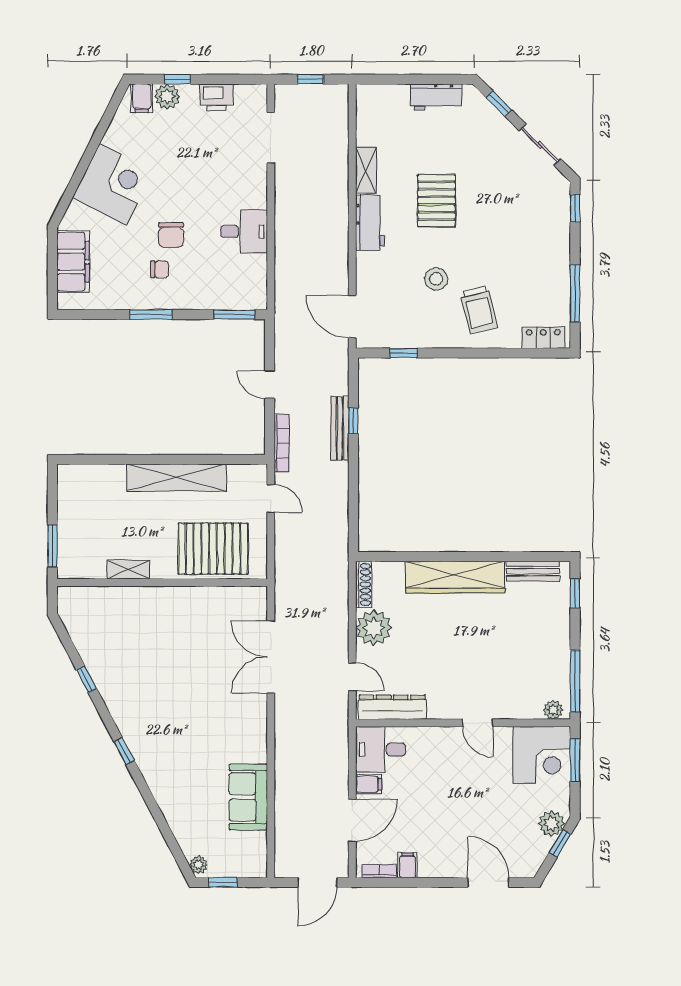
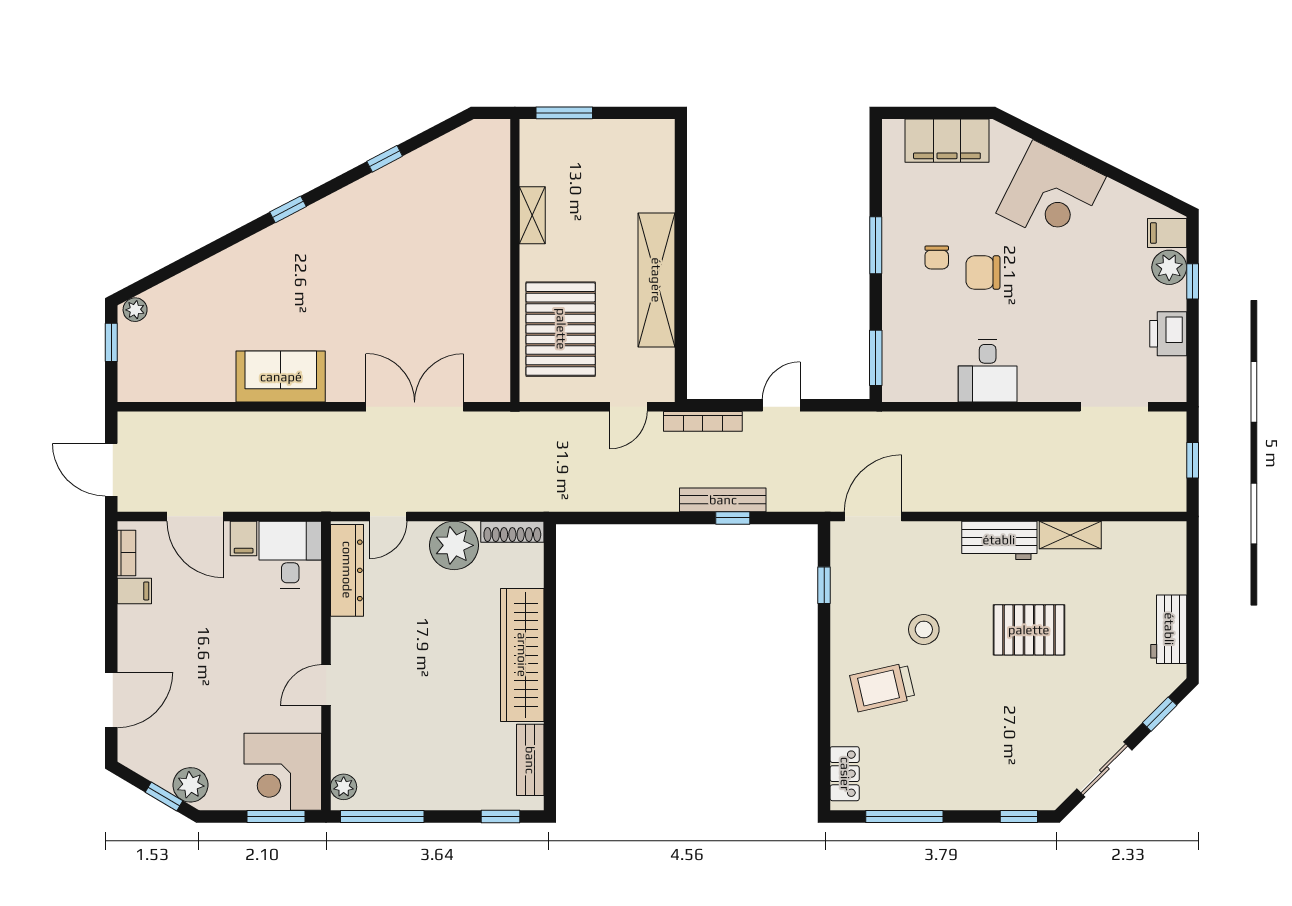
sofa: (248, 797) -> (281, 377), moved

